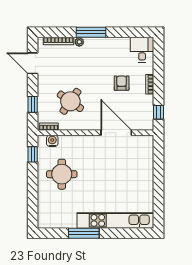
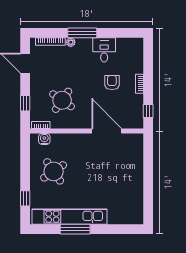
desk: (142, 50) -> (104, 50), moved
window: (33, 154) -> (25, 198), moved
round table: (62, 174) -> (54, 171), turned -34
kitchen unit: (115, 220) -> (70, 217), moved

